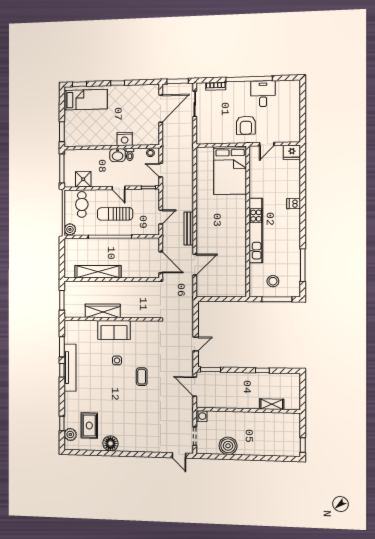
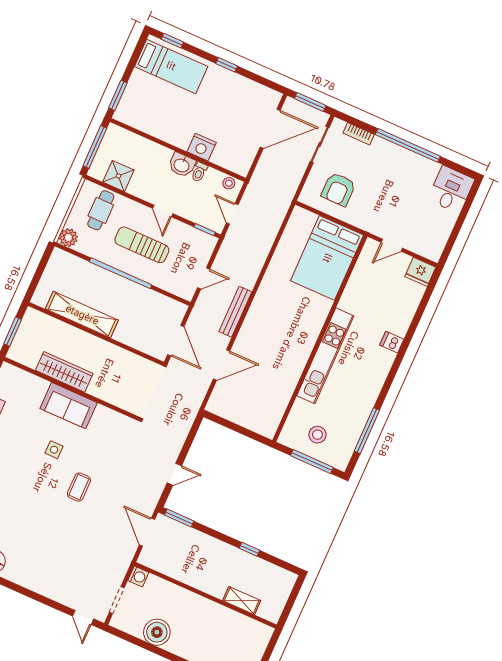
desk: (263, 94) -> (451, 189), moved
armchair: (246, 125) -> (338, 189), moved

